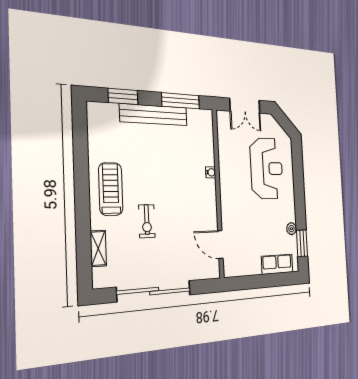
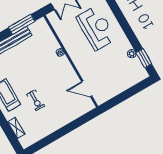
row of seats: (277, 264) -> (131, 80), removed
sliding door: (154, 291) -> (59, 134), removed

